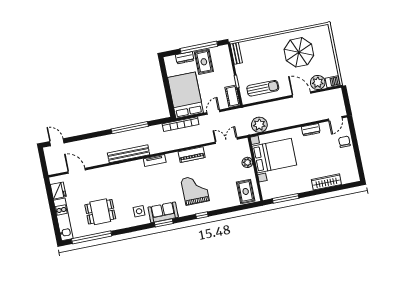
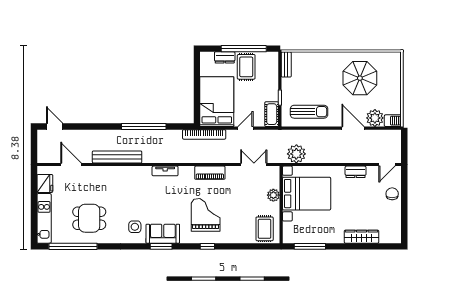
bench: (129, 154) -> (117, 157), moved

